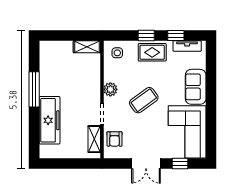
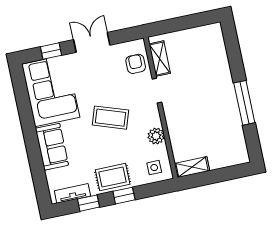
plant: (110, 89) -> (156, 136), moved
coffee table: (144, 100) -> (111, 118), turned 55
freezer: (50, 120) -> (218, 70), removed

